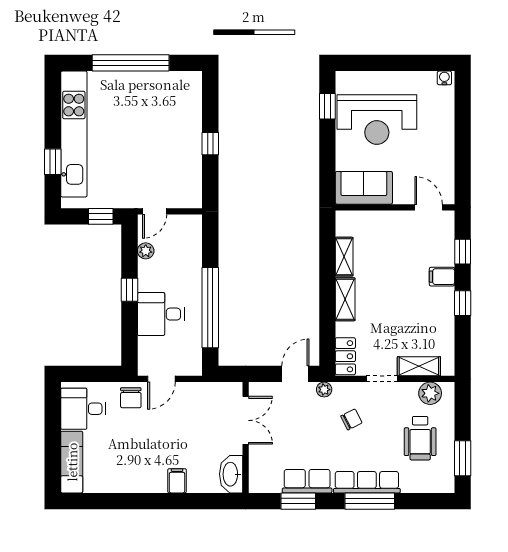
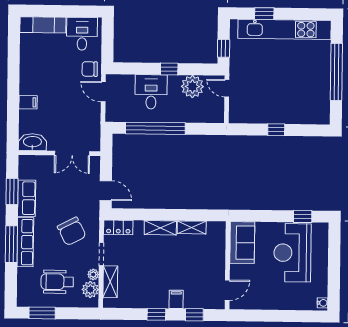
plant: (146, 251) -> (192, 86), width x1.87, depth x1.87
plant: (324, 390) -> (93, 274), moved
chair: (351, 419) -> (72, 231), width x1.87, depth x1.87

